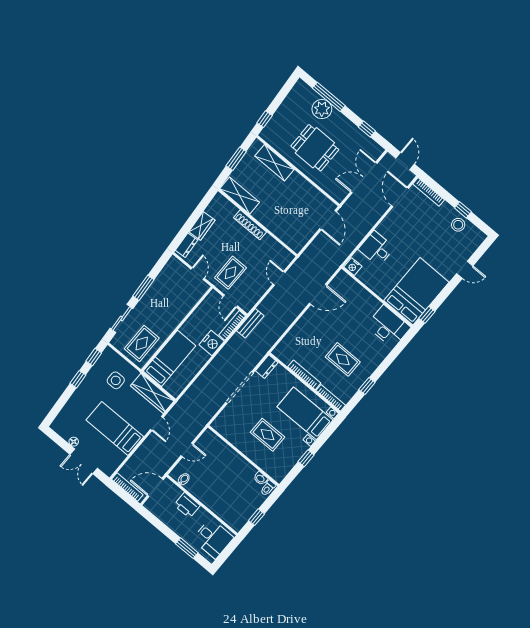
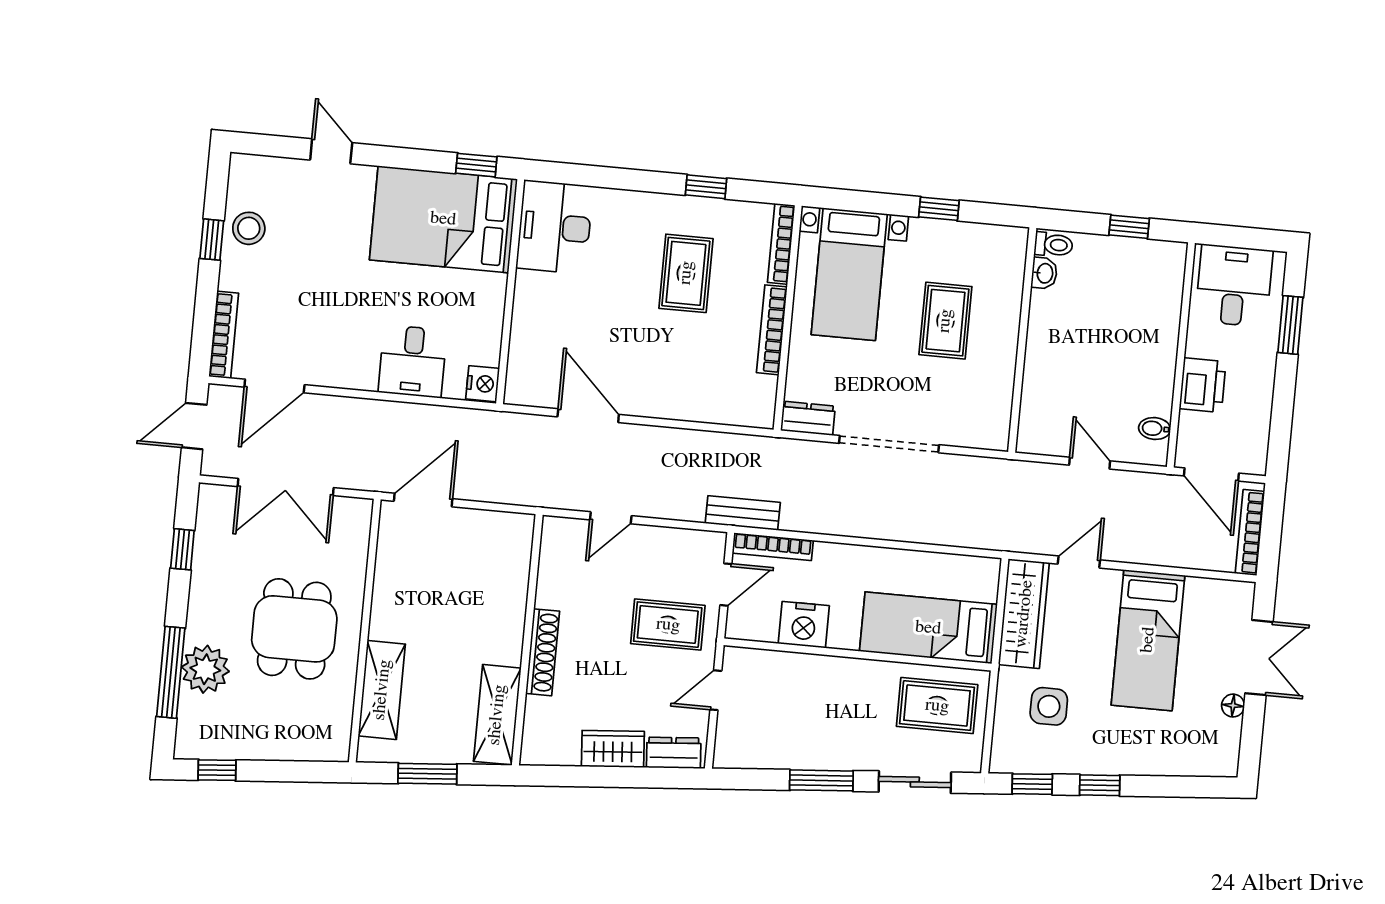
window: (265, 119) -> (217, 770), moved
nightstand: (212, 343) -> (804, 625), moved, turned 180

